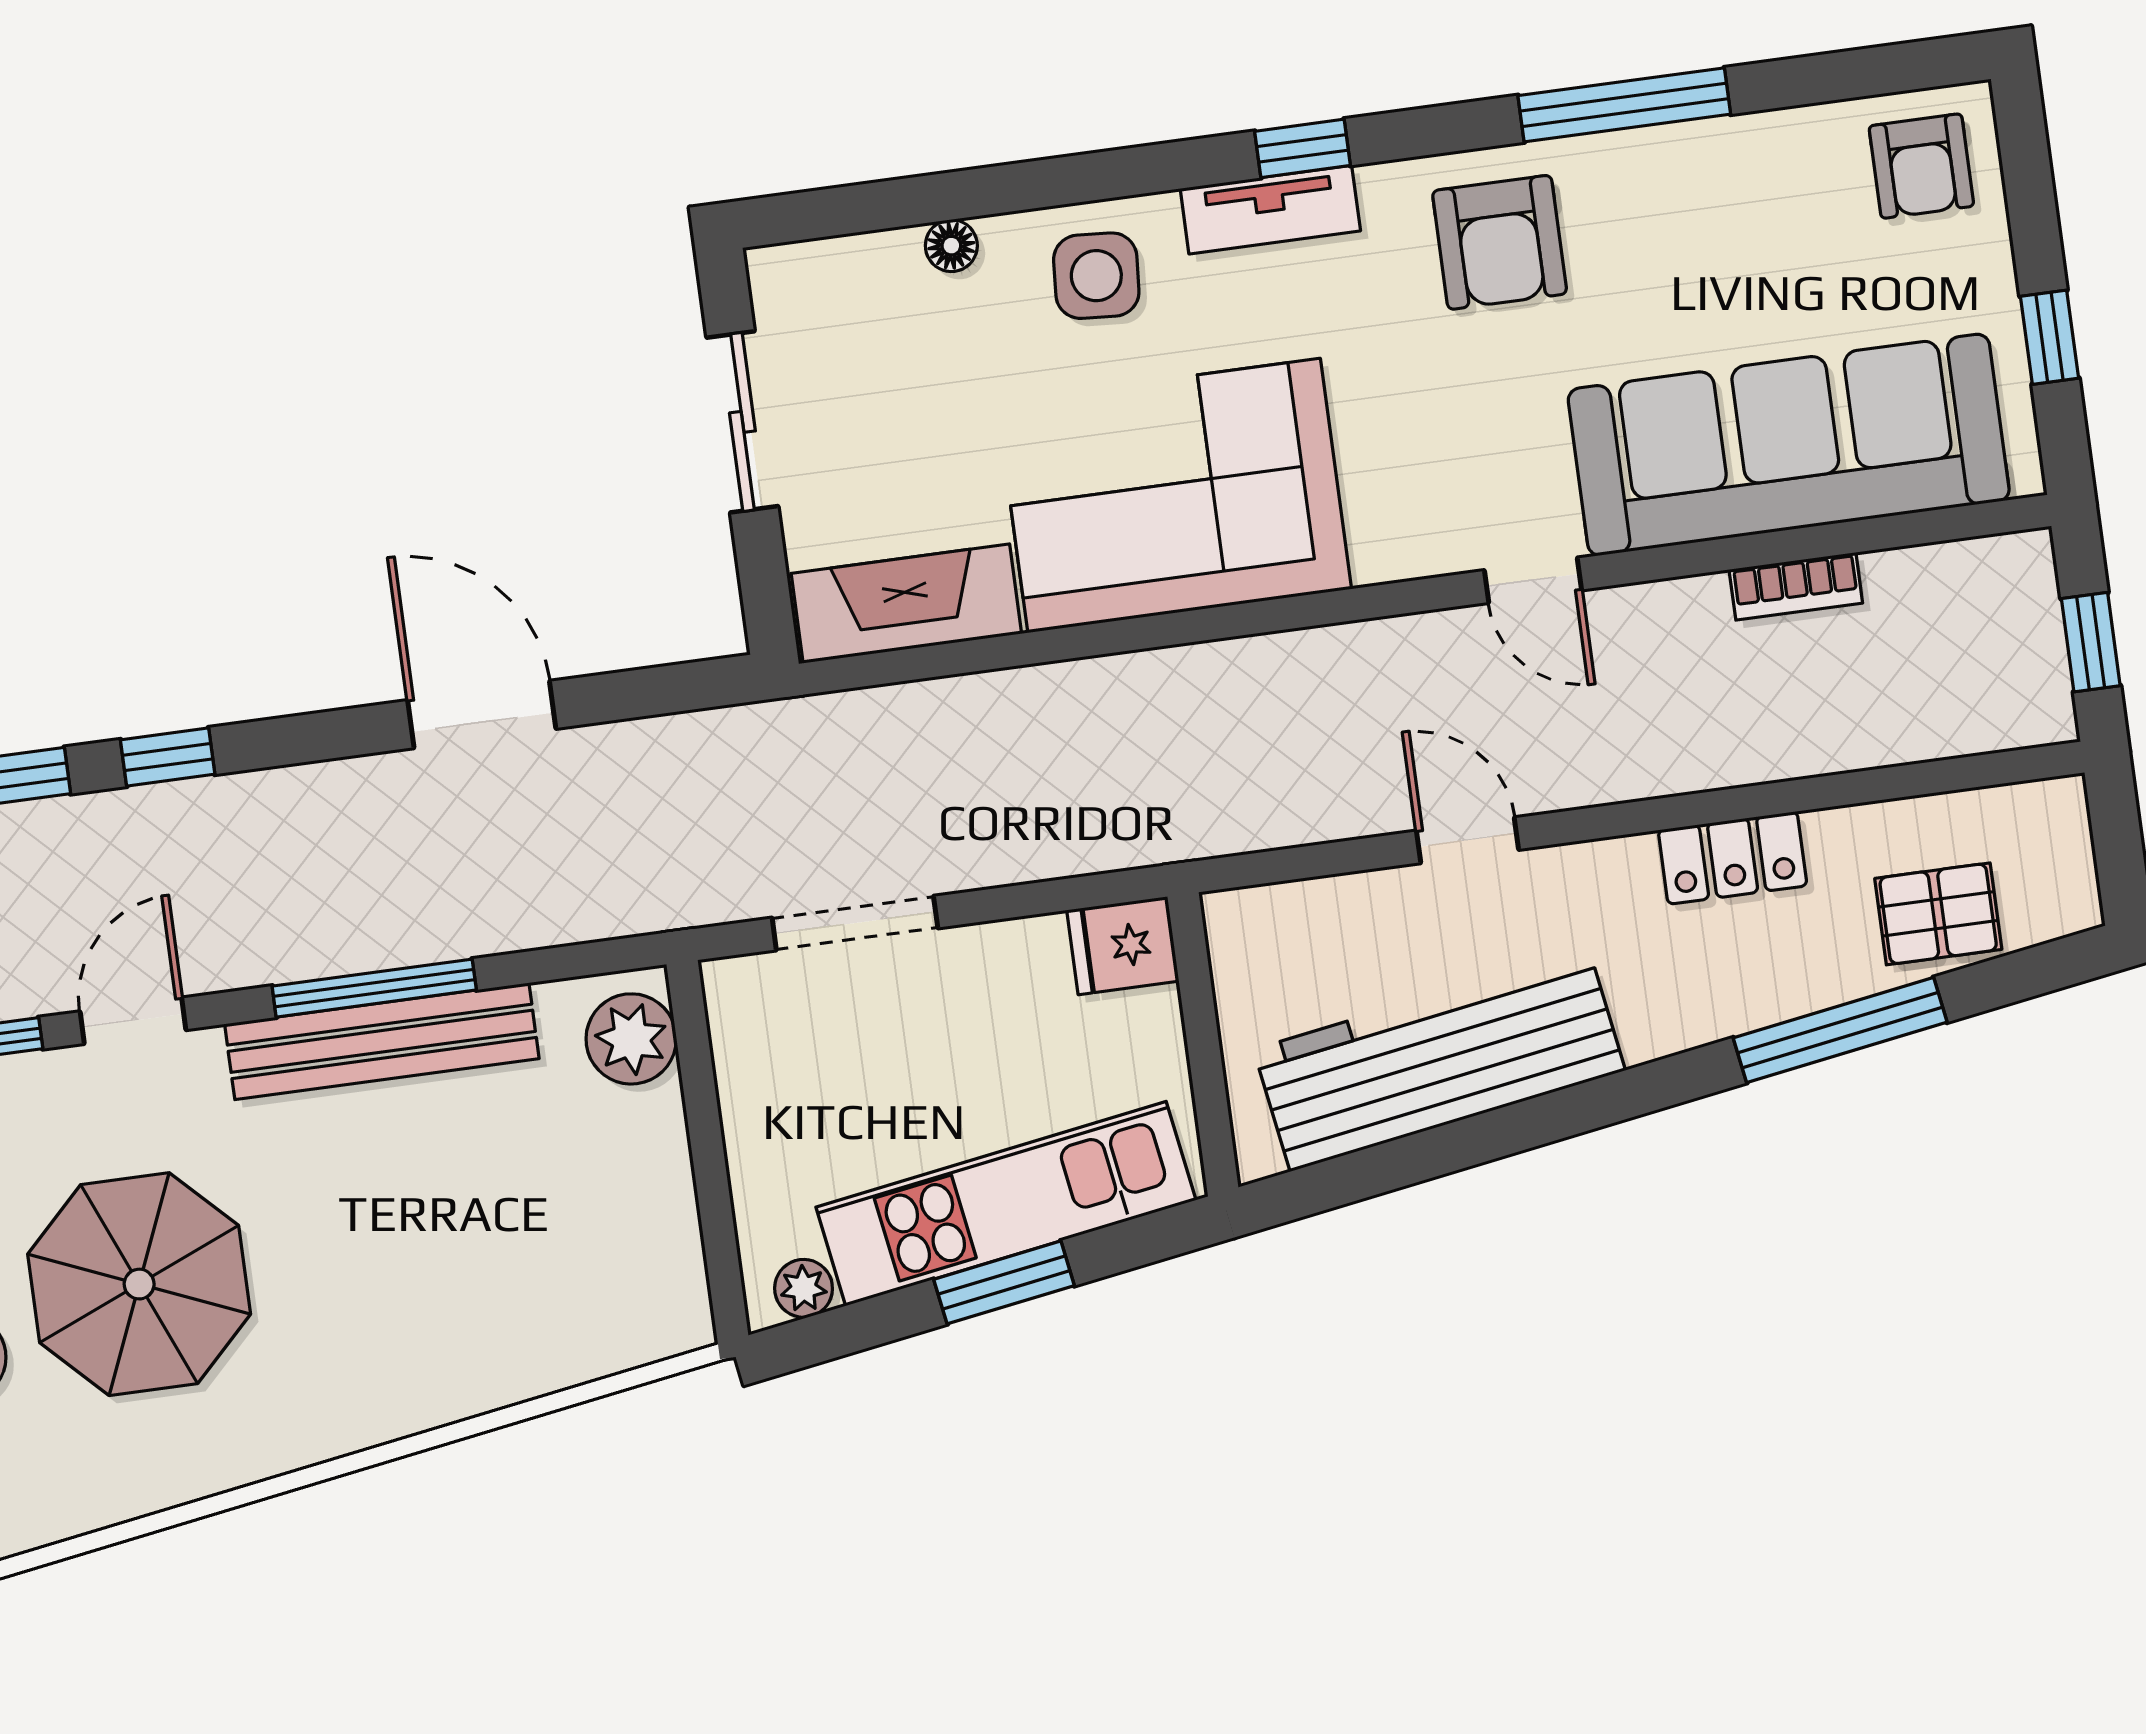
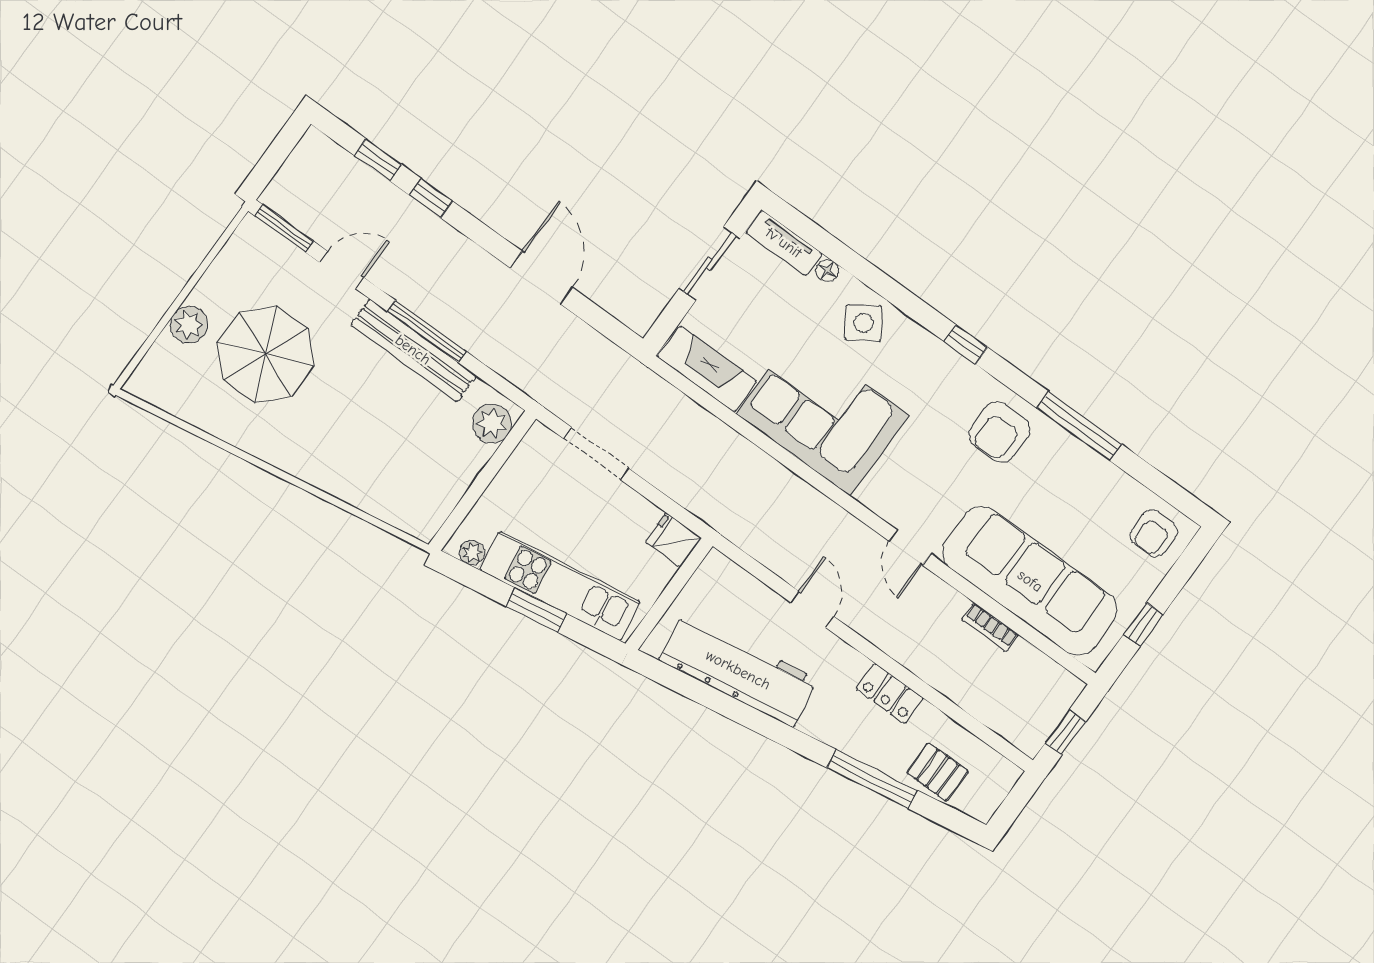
tv unit: (1270, 210) -> (784, 243), moved
side table: (1096, 276) -> (864, 323), turned -38

